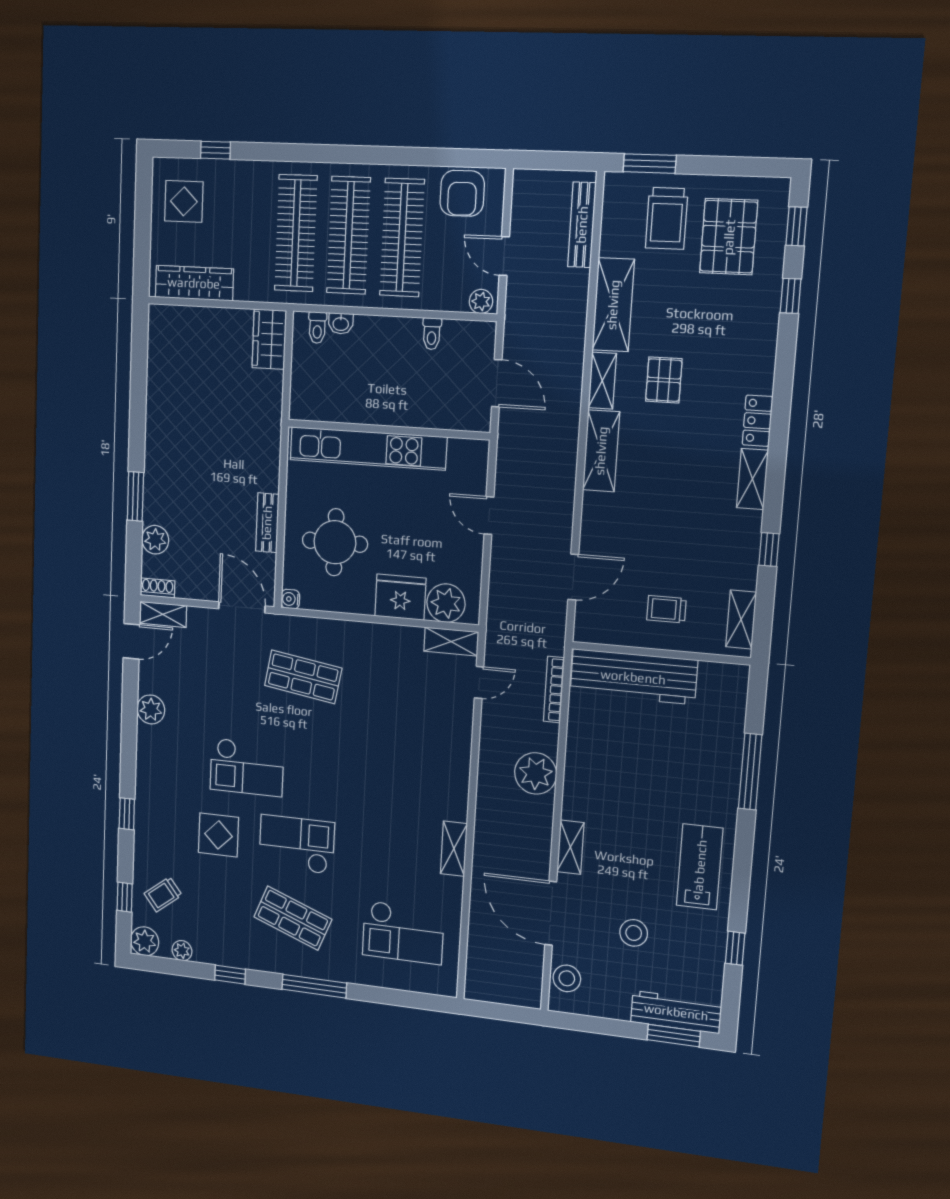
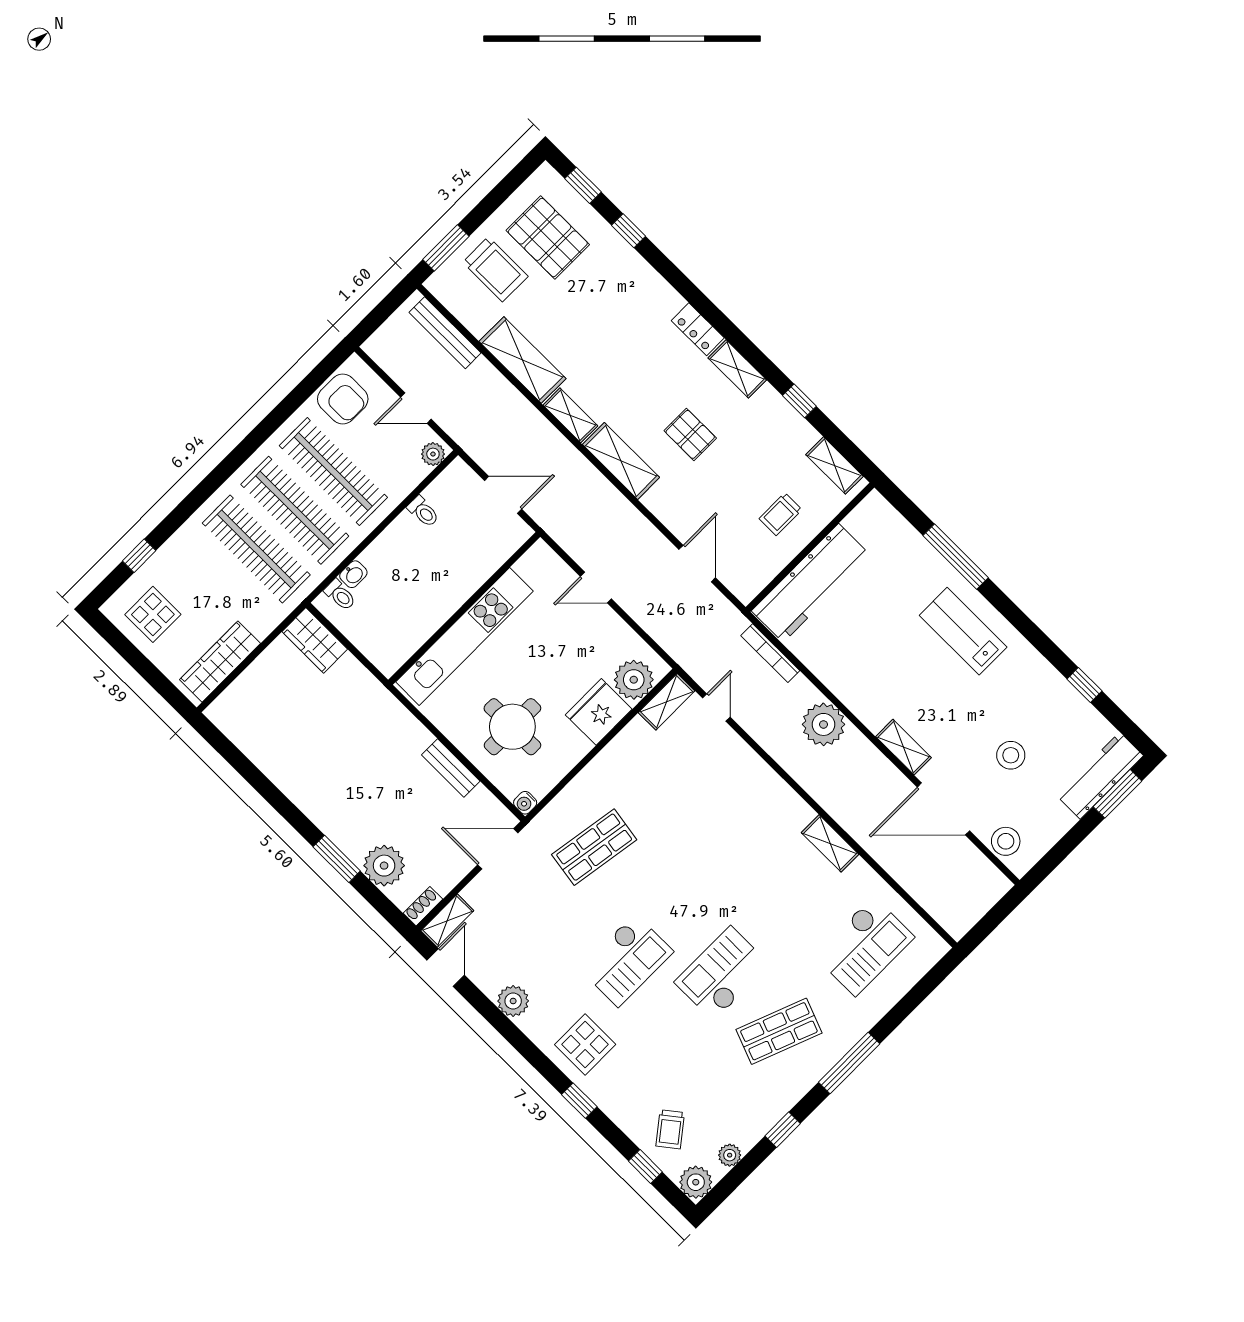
pallet: (664, 380) -> (690, 434), moved
plant: (155, 540) -> (384, 866), width x1.36, depth x1.36
display table: (218, 835) -> (585, 1044), moved
lab bench: (700, 867) -> (963, 631), moved

